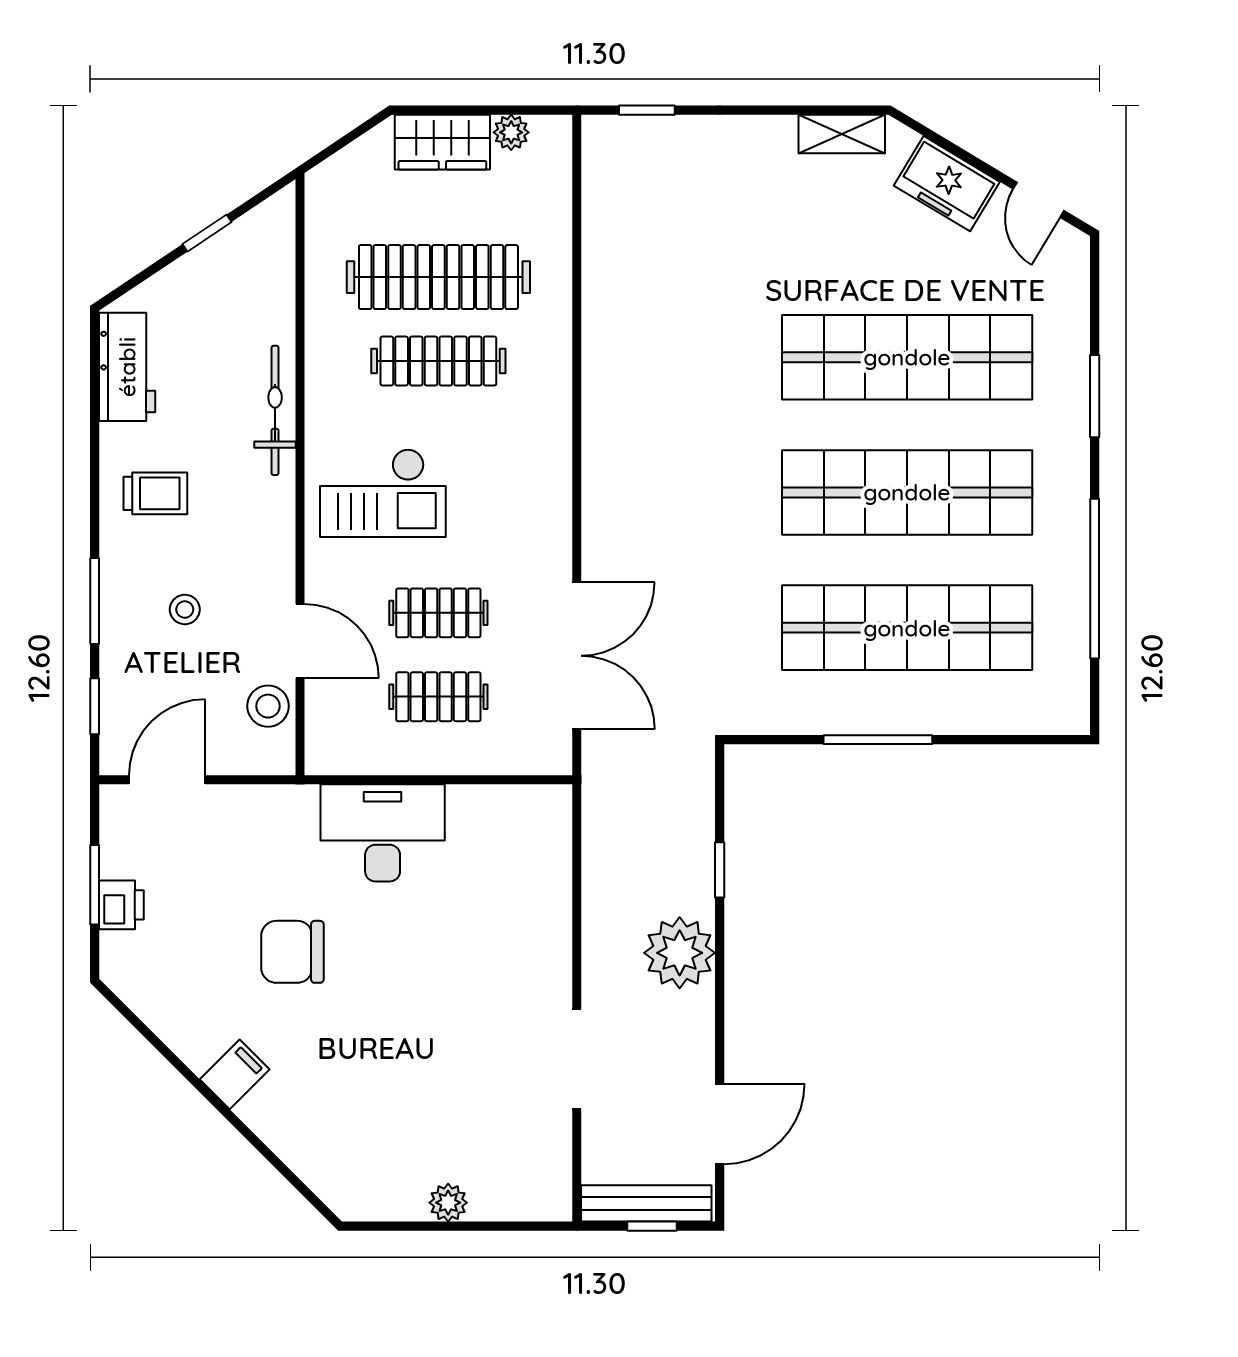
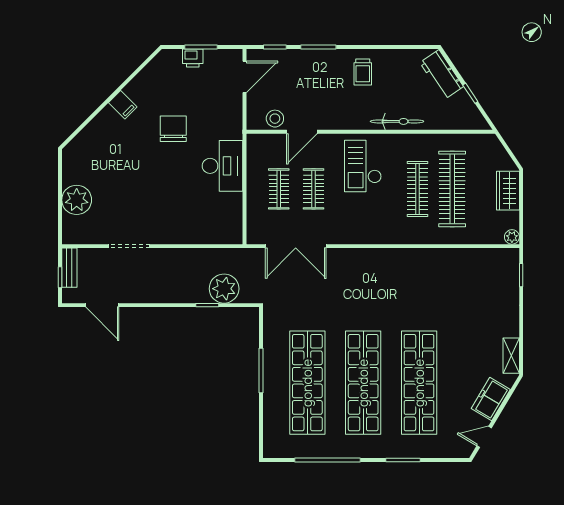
plant: (511, 132) -> (512, 237), moved
workbench: (127, 367) -> (442, 75), moved, turned 56
stool: (185, 609) -> (315, 84), removed
door: (167, 780) -> (244, 77), hinge flipped
plant: (680, 953) -> (224, 289), moved
plant: (448, 1203) -> (77, 200), width x1.87, depth x1.87
bench: (646, 1203) -> (69, 268), width x0.73

